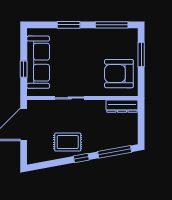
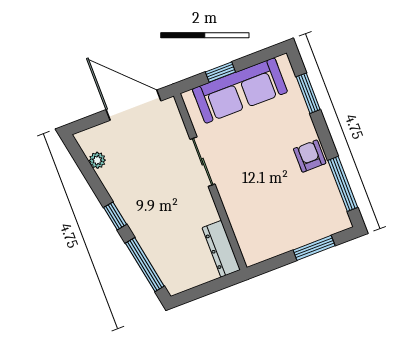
window: (69, 25) -> (308, 93), moved
armchair: (119, 74) -> (310, 156), moved, width x0.53, depth x0.53
rug: (68, 142) -> (132, 185), removed
plant: (47, 156) -> (97, 160), added

